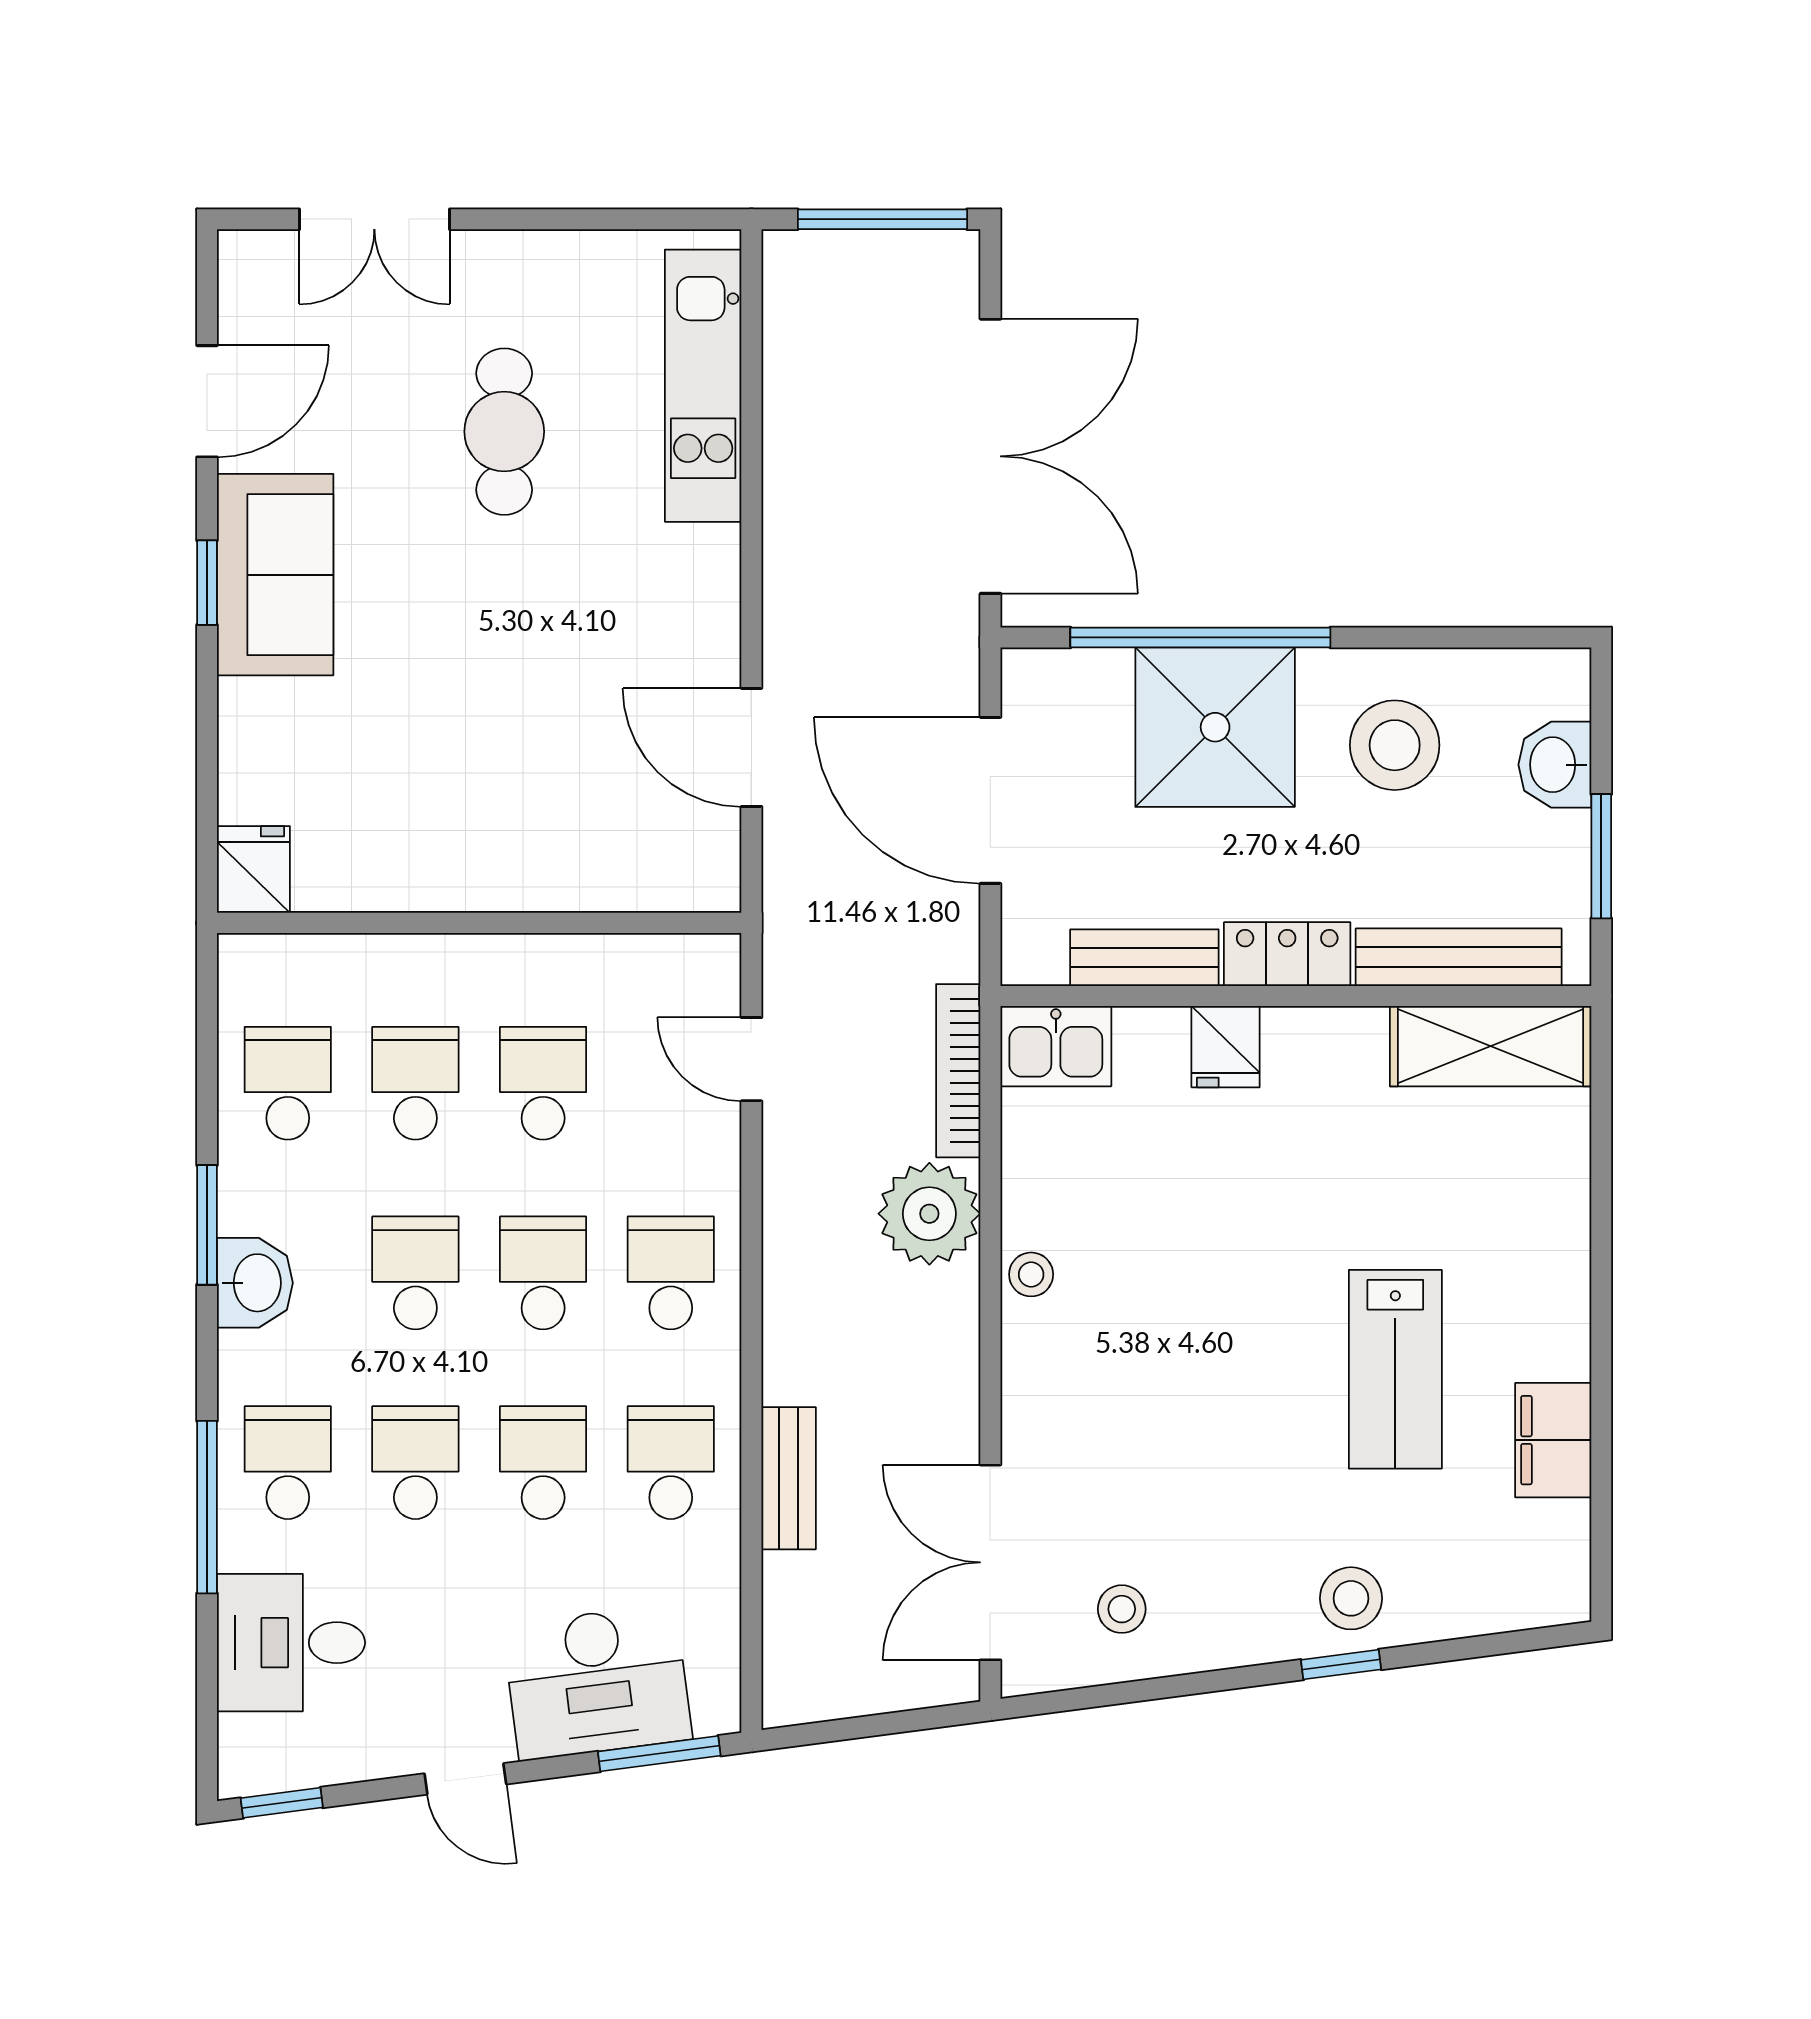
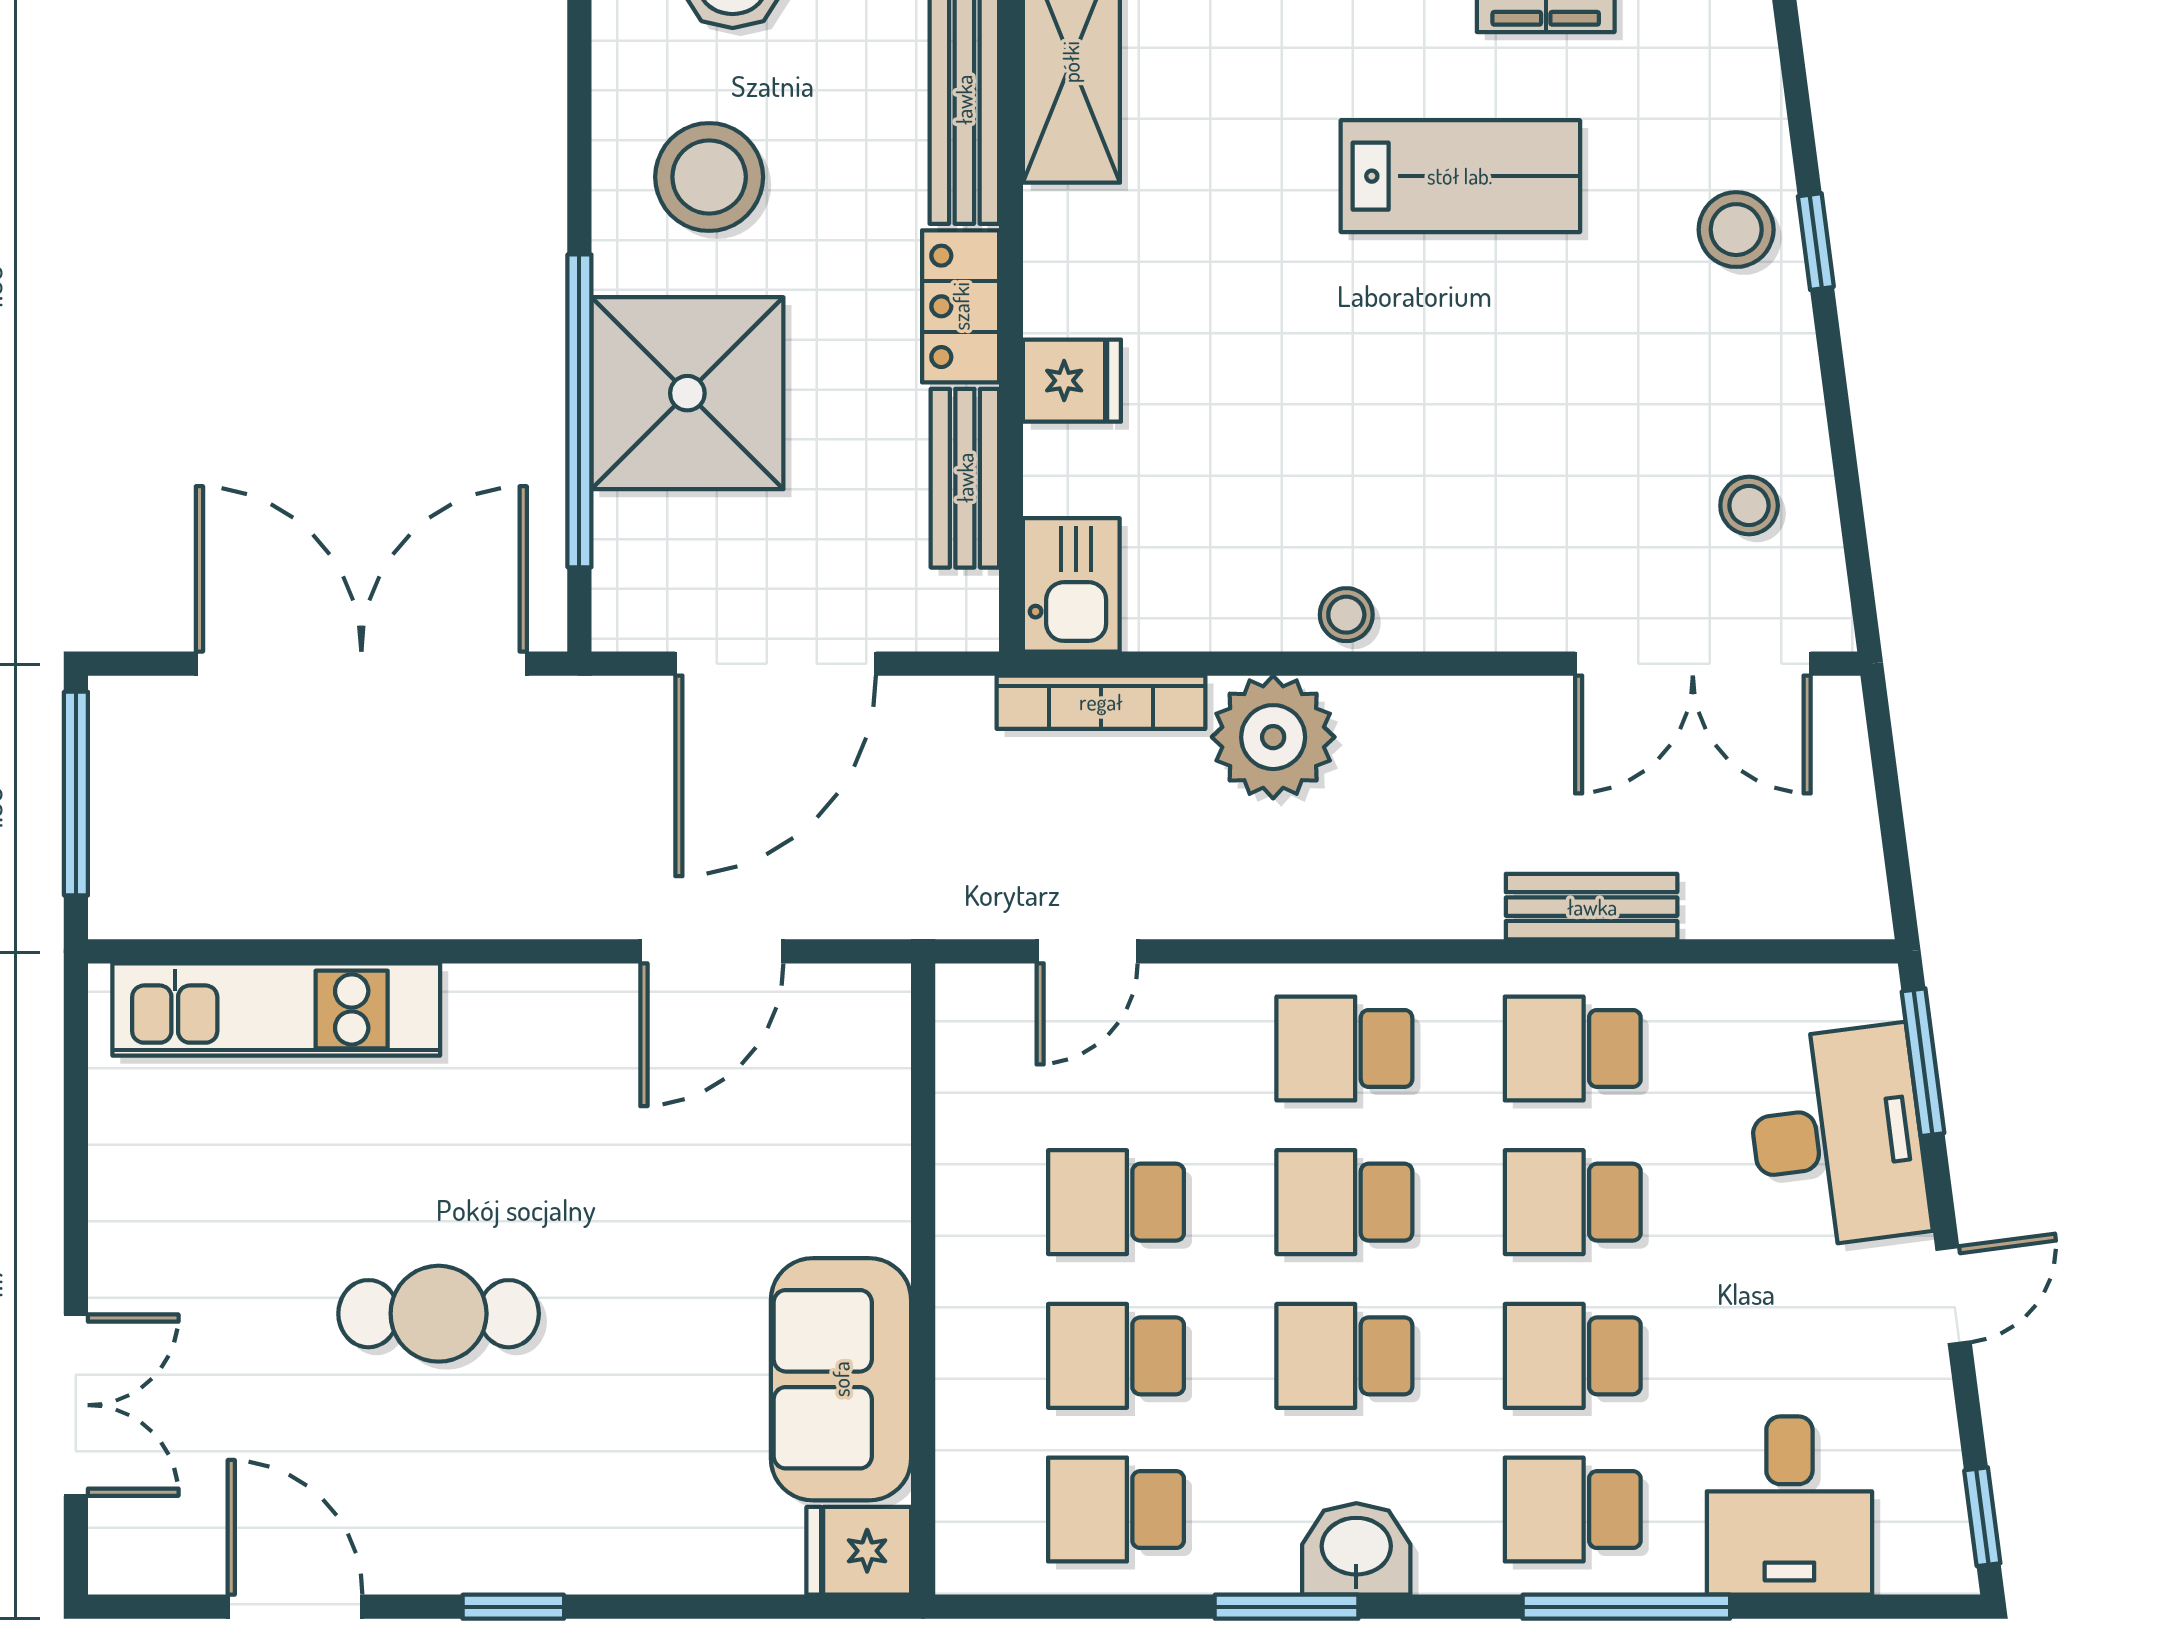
cafe table: (504, 432) -> (439, 1314), moved
sofa: (275, 575) -> (841, 1379), moved, turned -90

